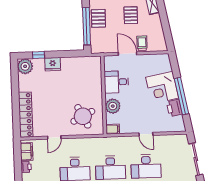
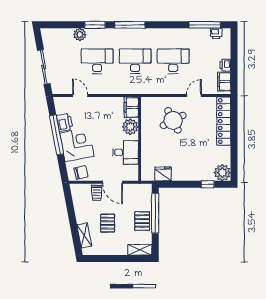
chair: (157, 62) -> (81, 172), added
fridge: (53, 64) -> (163, 174), moved
round table: (83, 116) -> (173, 120), moved
filing cabinet: (113, 129) -> (131, 107), width x2.00
door: (146, 134) -> (80, 96), moved

